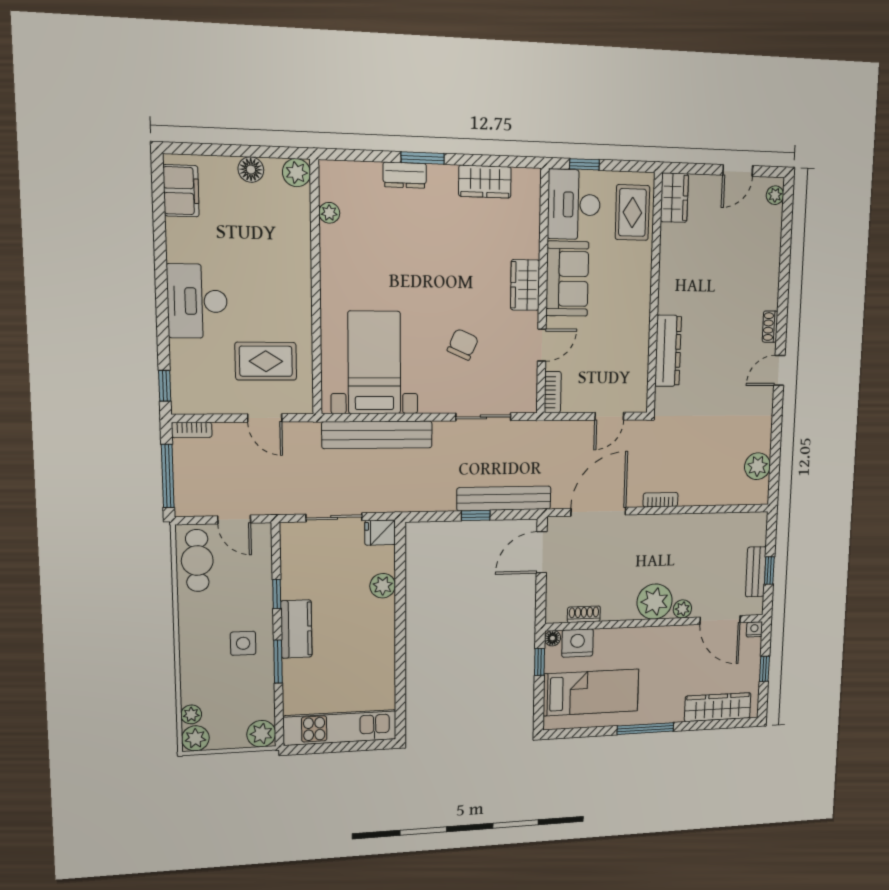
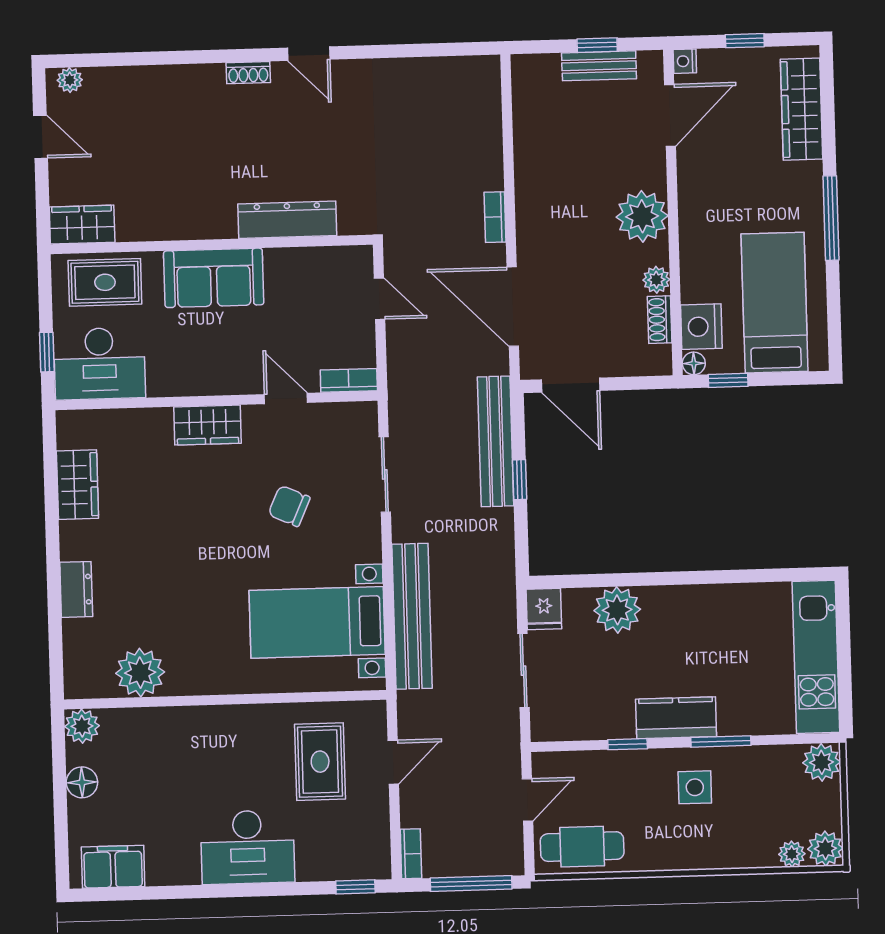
window: (423, 158) -> (53, 567), removed
plant: (329, 213) -> (140, 673), width x1.88, depth x1.88
sofa: (567, 279) -> (214, 278), moved, turned 180
plant: (757, 466) -> (445, 76), removed
plant: (383, 586) -> (617, 610), width x1.36, depth x1.36
plant: (682, 609) -> (656, 280), moved

